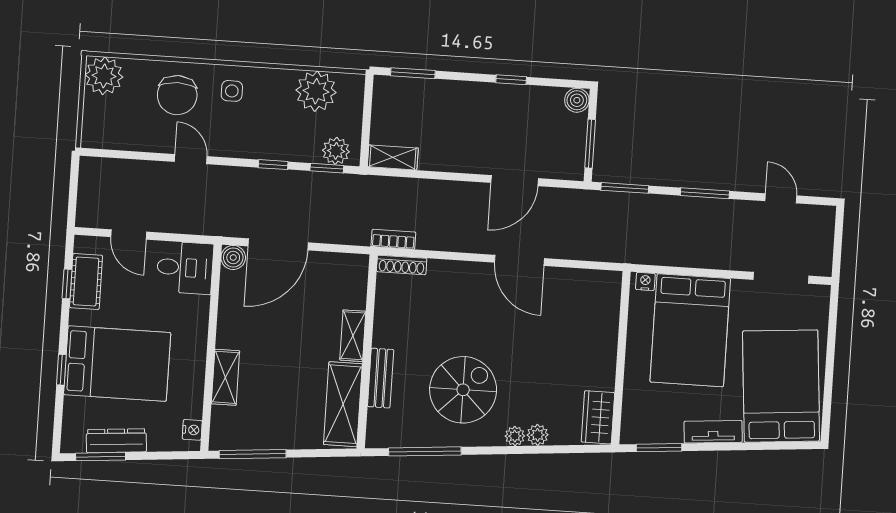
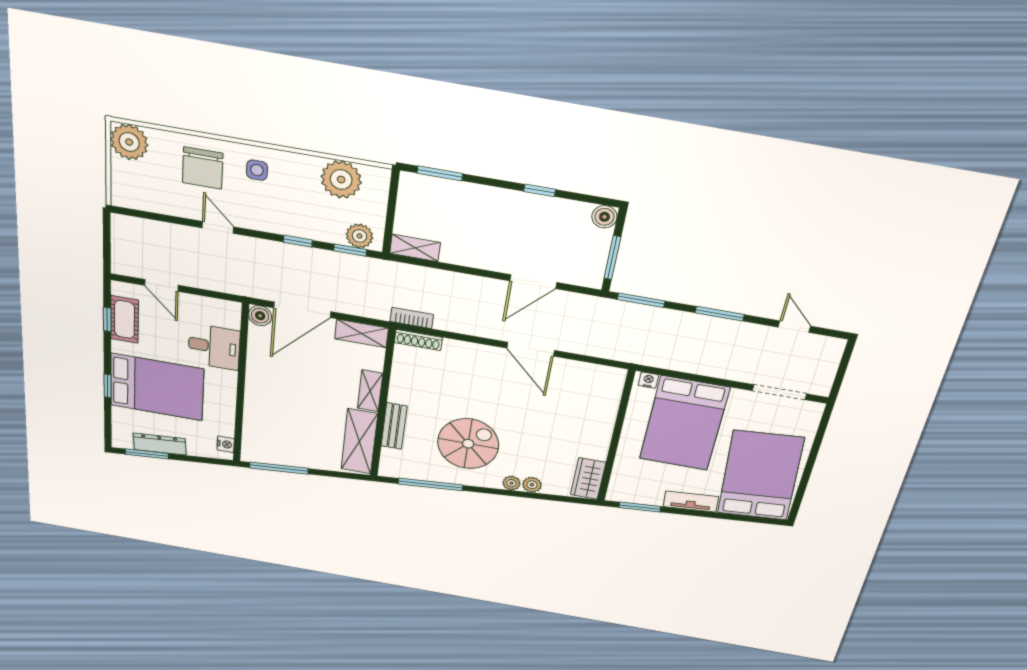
desk: (185, 268) -> (214, 347), moved
shelving: (225, 377) -> (362, 333), moved, turned 90

